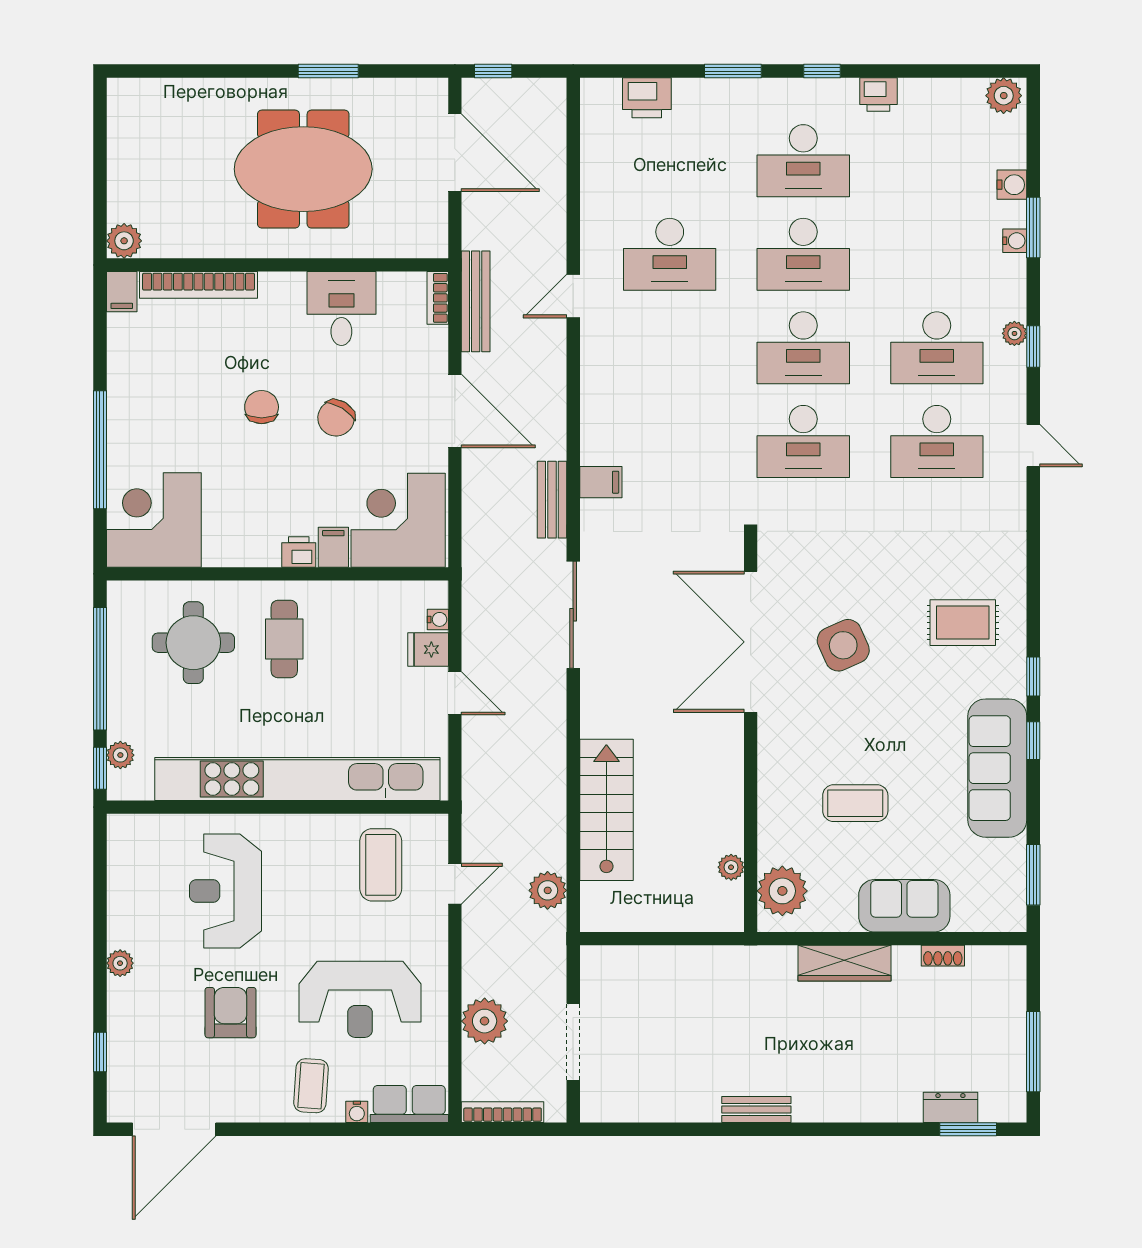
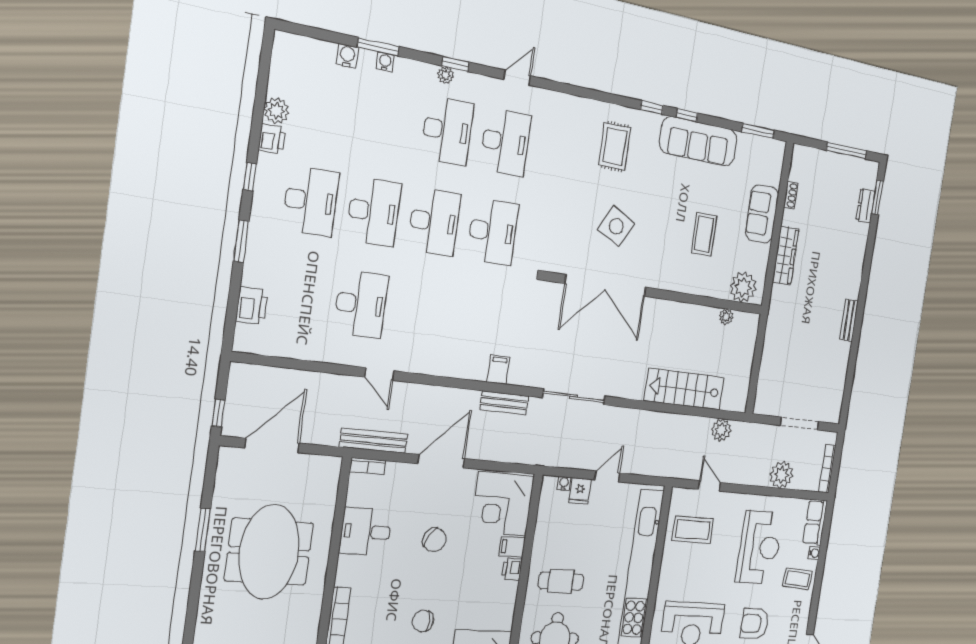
plant: (1004, 96) -> (276, 111), moved
chair: (262, 407) -> (423, 621), moved
side table: (843, 645) -> (616, 226), turned -38

